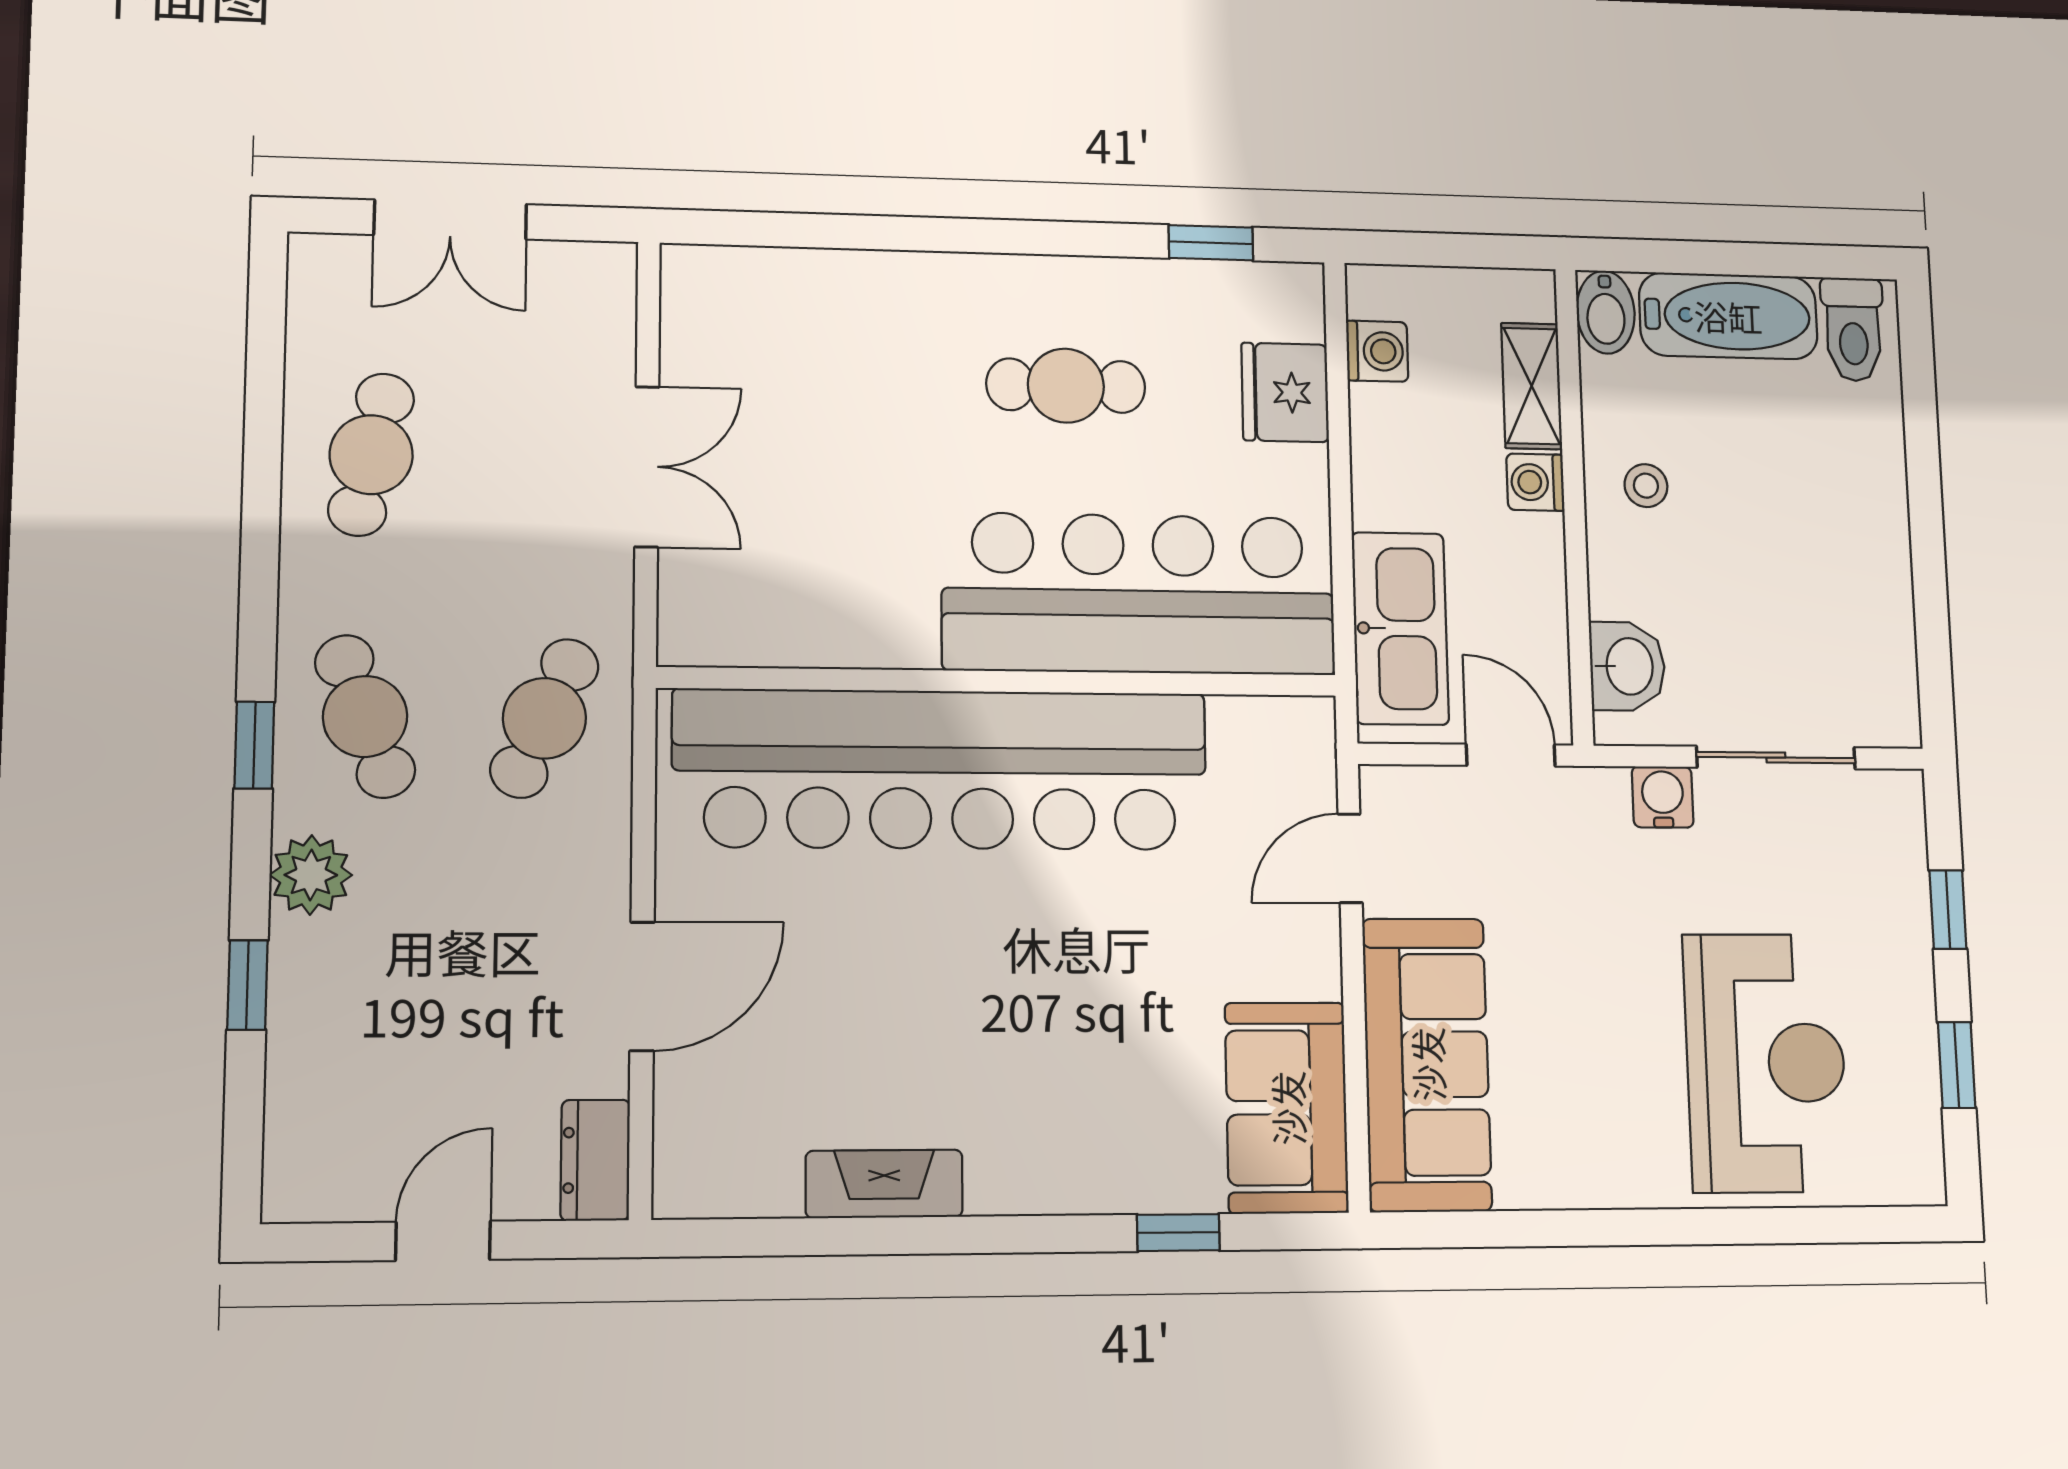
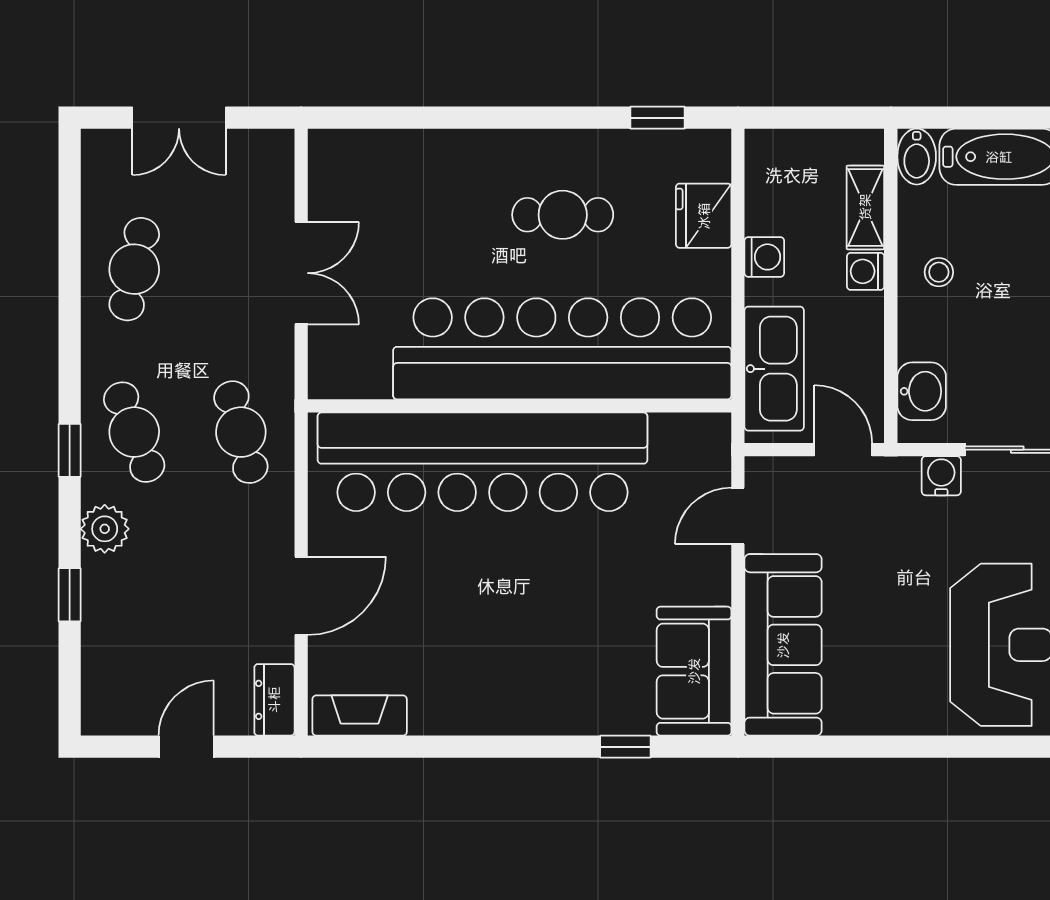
washing machine: (1377, 351) -> (764, 257), moved
bar counter: (1139, 594) -> (562, 349), width x1.36
cafe table: (544, 718) -> (241, 432), turned -39
fireplace: (884, 1184) -> (360, 716), moved

